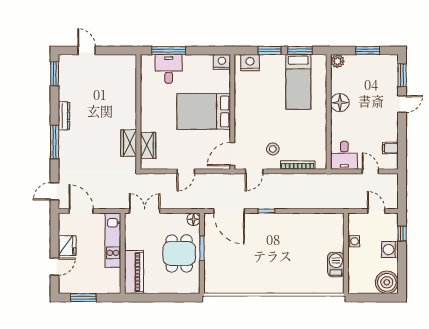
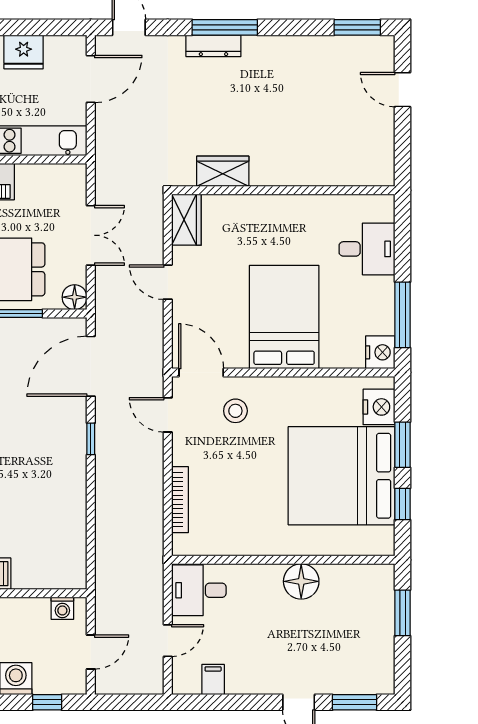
door: (87, 50) -> (403, 90), swing flipped
window: (169, 50) -> (403, 315), moved
window: (300, 50) -> (403, 504), width x0.67
window: (368, 50) -> (403, 613), moved
plant: (337, 61) -> (382, 577), removed
bed: (298, 82) -> (341, 476), width x2.04
dresser: (64, 116) -> (213, 46), moved
wardrobe: (148, 145) -> (186, 220), moved, turned -90
stool: (273, 149) -> (235, 411), moved
double door: (145, 211) -> (91, 235), moved
washing machine: (354, 241) -> (62, 608), moved

